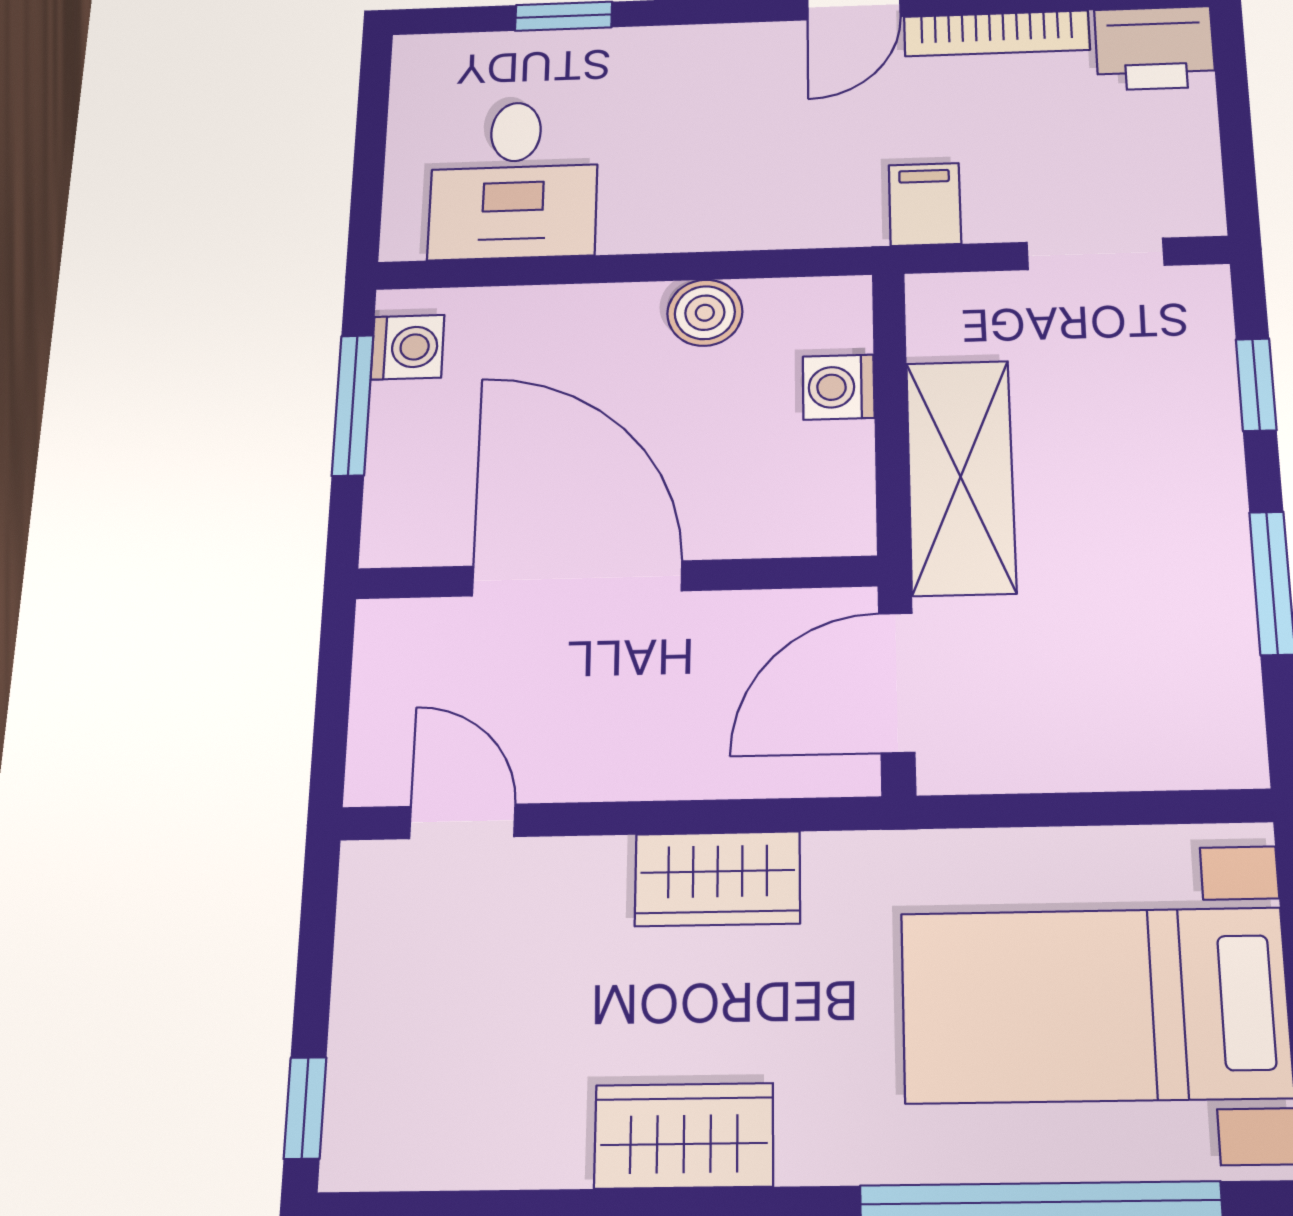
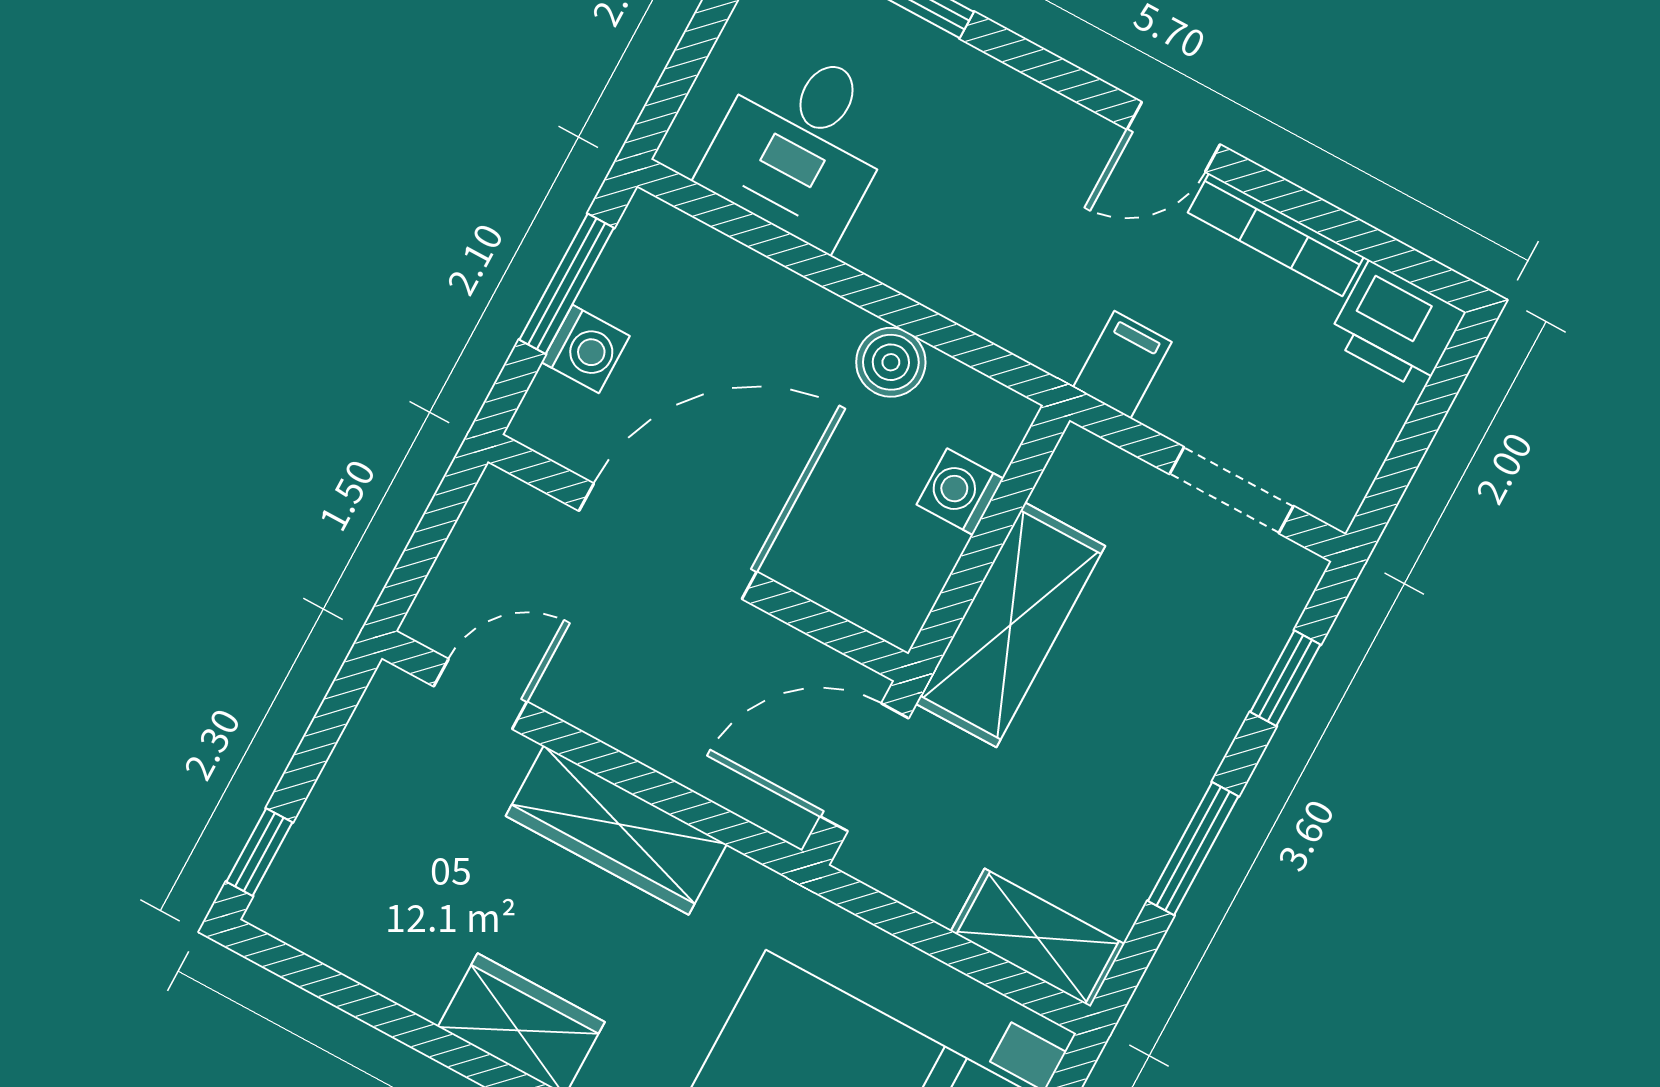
washing machine: (408, 347) -> (586, 349), moved
door: (577, 578) -> (668, 541), hinge flipped
shelving: (1173, 750) -> (1038, 938), added
door: (462, 821) -> (480, 694), hinge flipped
wardrobe: (718, 879) -> (616, 830), width x1.50

